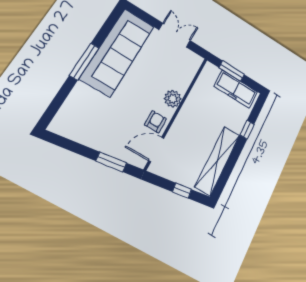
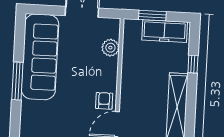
plant: (173, 99) -> (110, 48), moved

